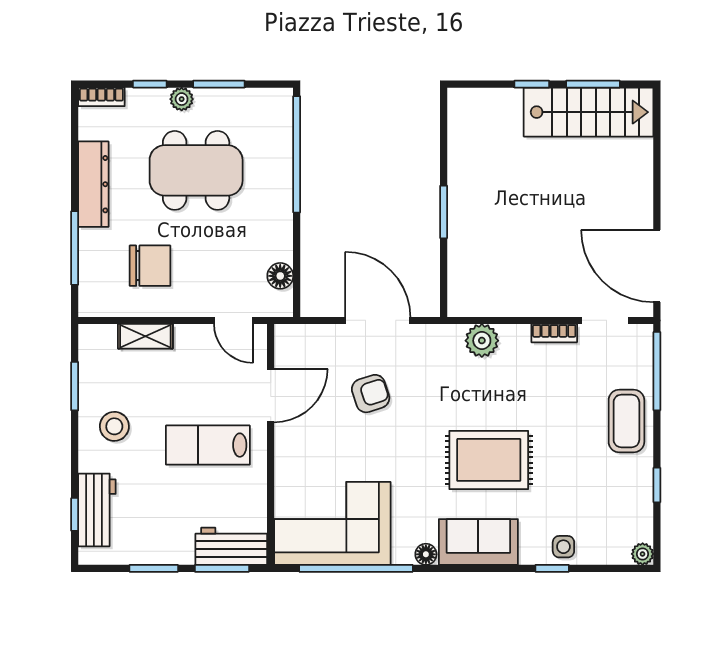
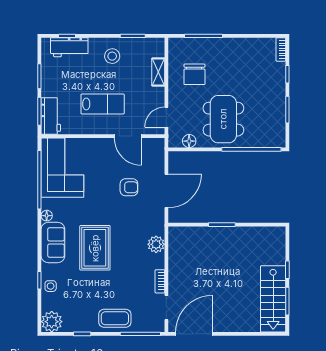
plant: (182, 99) -> (280, 91), removed
dining table: (196, 170) -> (223, 119), moved
dresser: (93, 184) -> (236, 45), removed
armchair: (371, 394) -> (129, 187), turned -72
lab bench: (208, 445) -> (103, 104), turned 90
plant: (643, 554) -> (52, 322), width x1.87, depth x1.87

